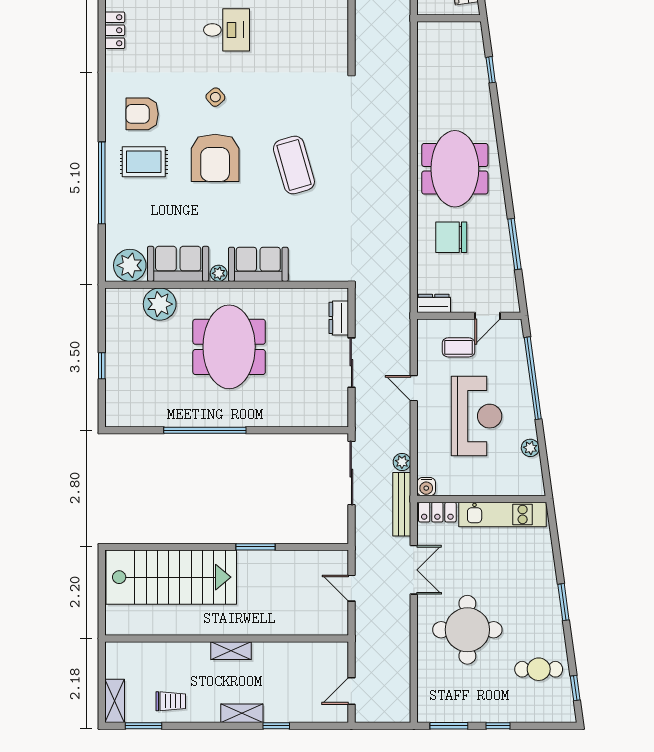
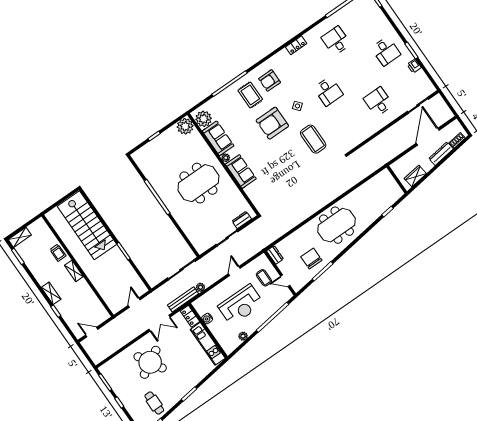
armchair: (142, 114) -> (270, 81), turned -90
coffee table: (294, 165) -> (313, 139), moved, turned -74
chair: (451, 237) -> (311, 258), moved
plant: (160, 304) -> (185, 126), moved
water cooler: (426, 487) -> (207, 319), moved
round table: (467, 630) -> (150, 362), turned -30
trolley: (171, 701) -> (58, 253), moved

